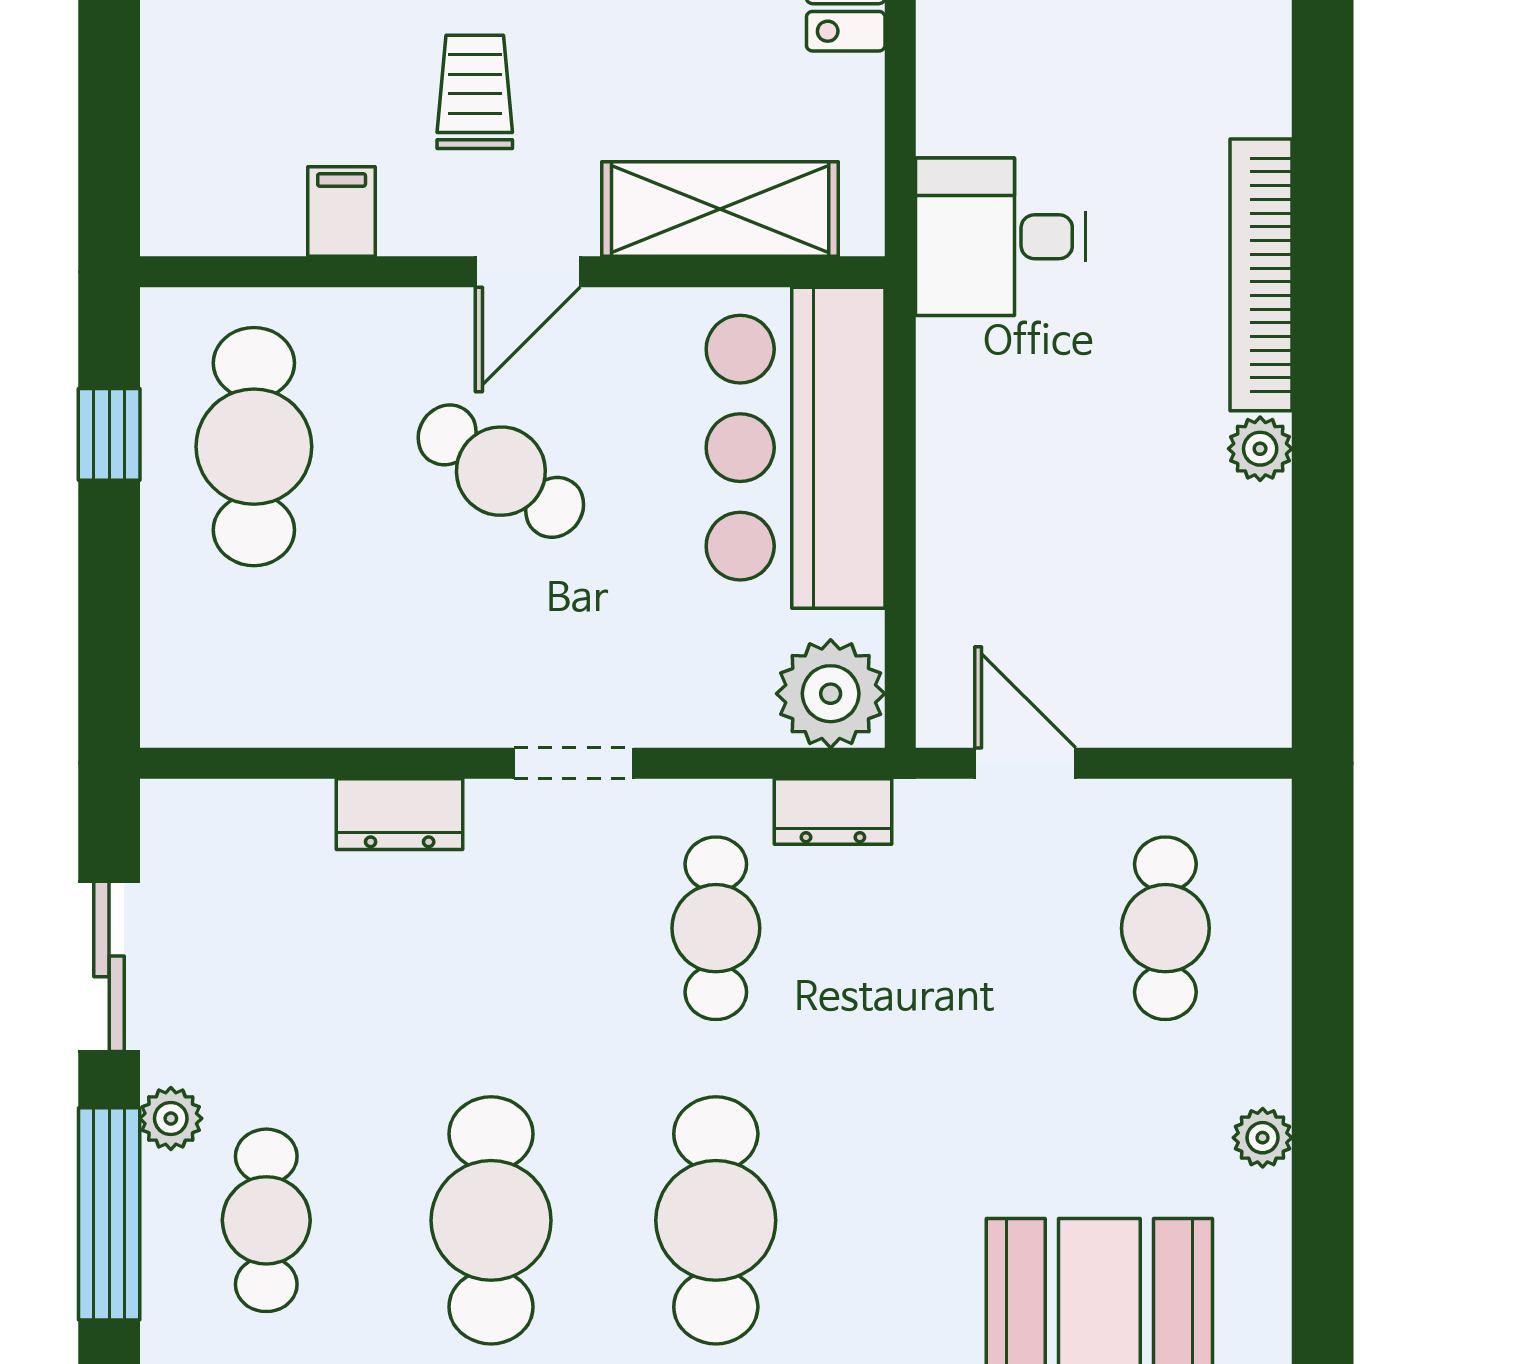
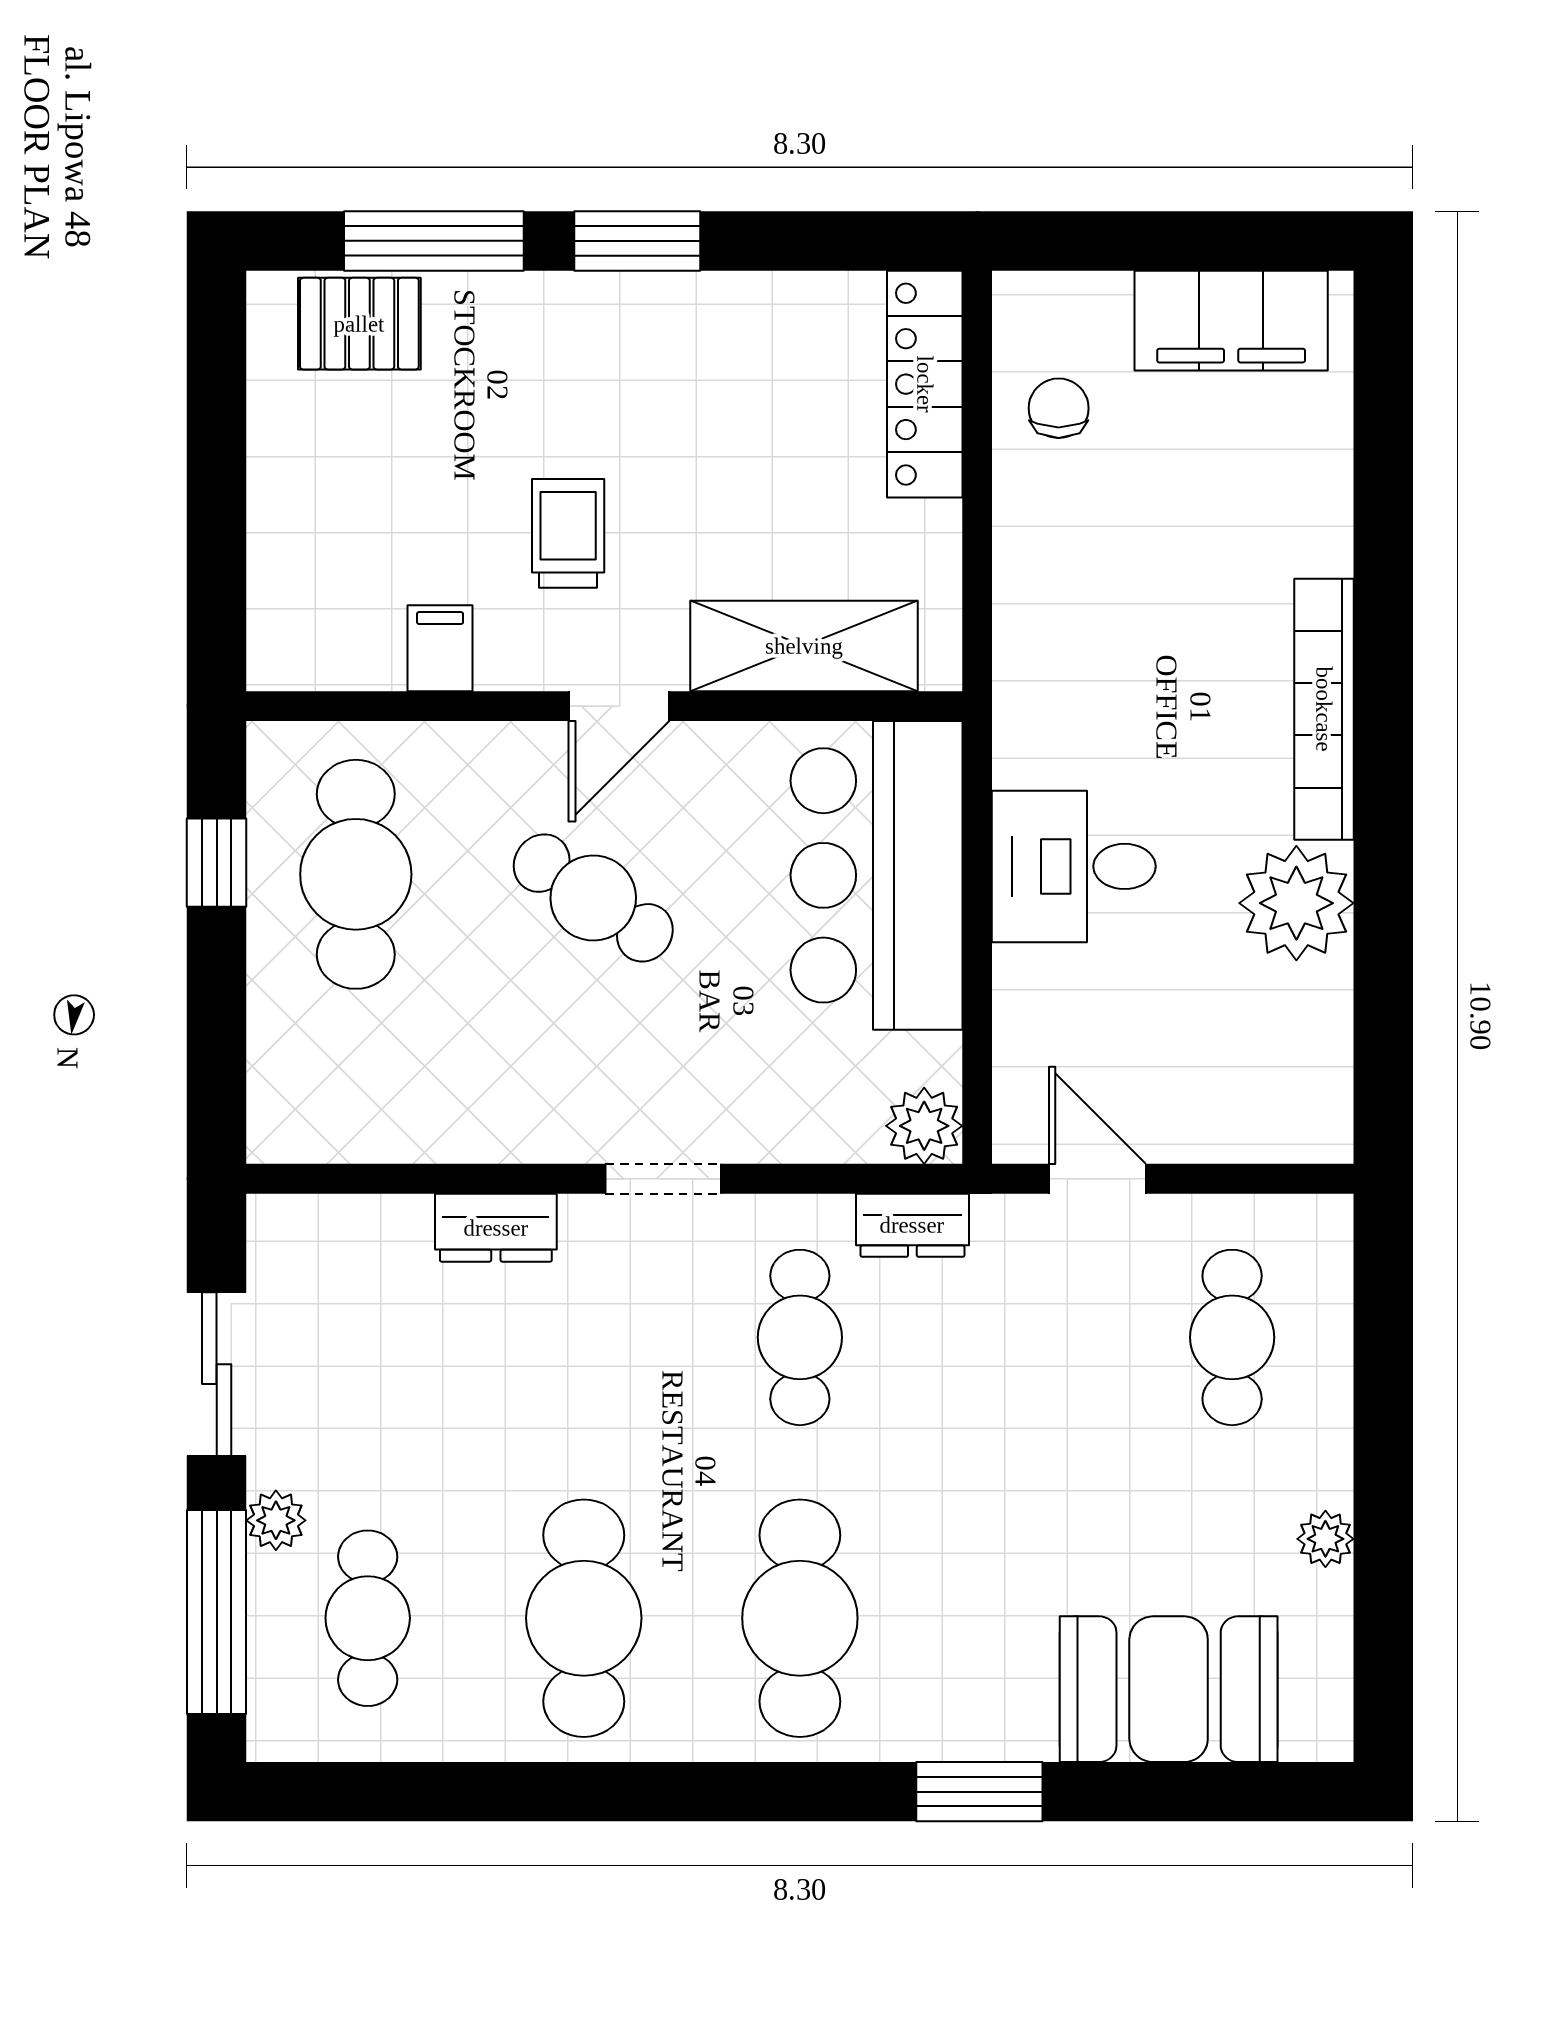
desk: (1001, 237) -> (1074, 866), moved
plant: (1260, 449) -> (1296, 903), width x1.88, depth x1.88
plant: (831, 694) -> (924, 1126), width x0.73, depth x0.73

